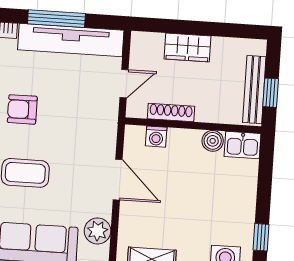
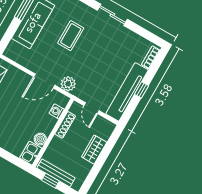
window: (56, 19) -> (141, 90), width x0.46
armchair: (22, 109) -> (104, 50), removed
plant: (98, 231) -> (68, 84), moved

